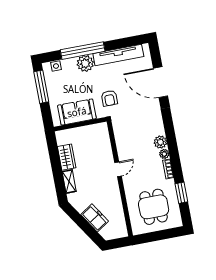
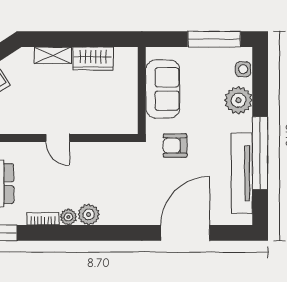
window: (83, 51) -> (260, 153), moved
plant: (85, 63) -> (238, 100), moved

